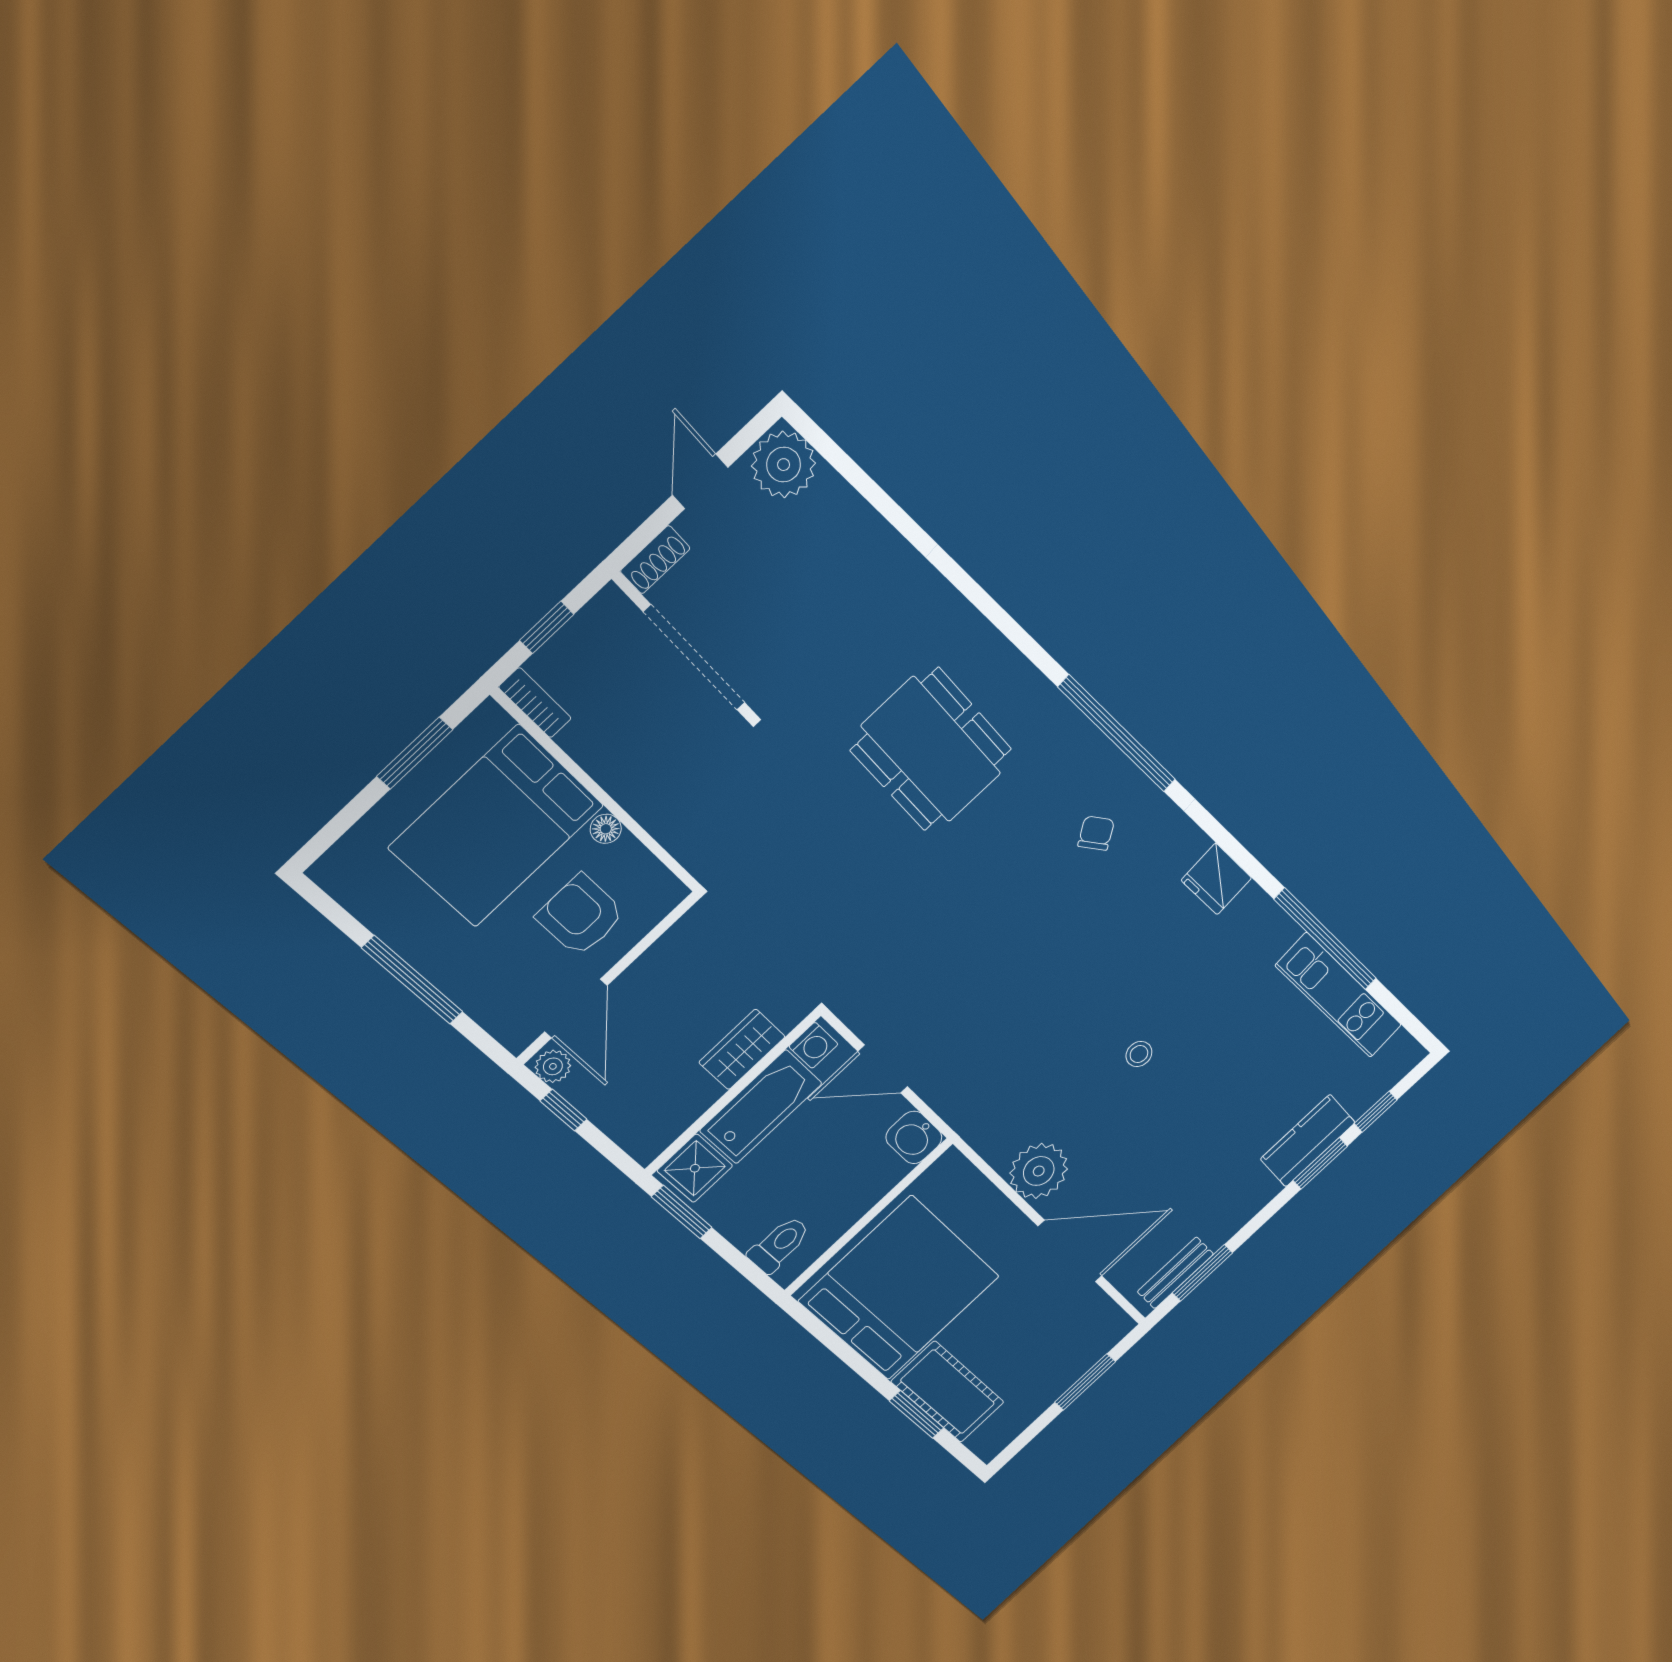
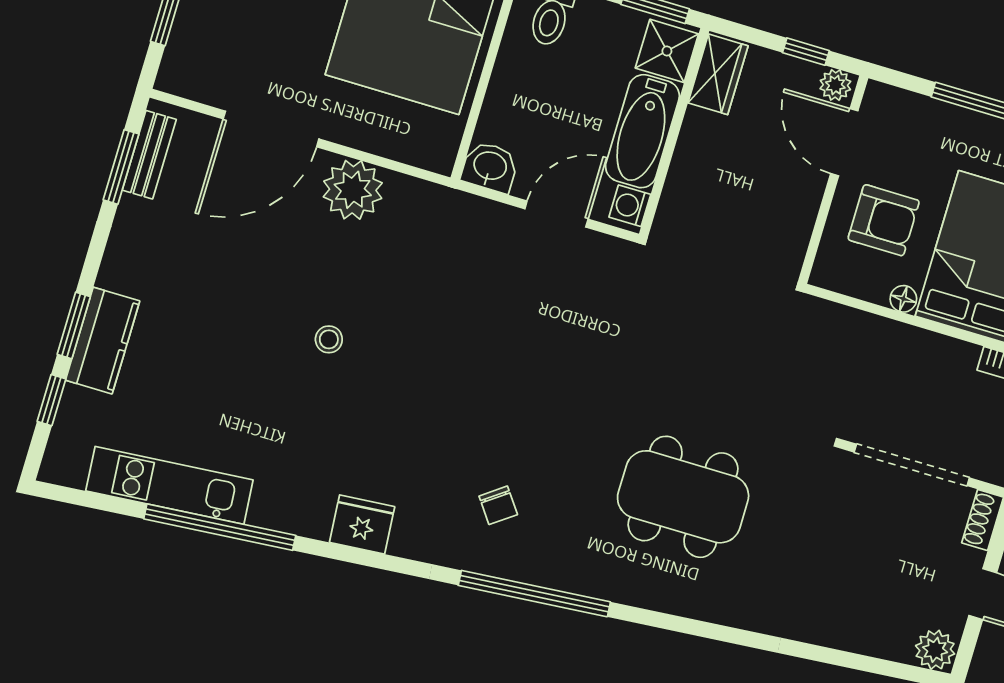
plant: (784, 465) -> (935, 650), width x0.73, depth x0.73
wardrobe: (742, 1049) -> (718, 74), moved

